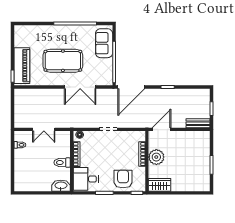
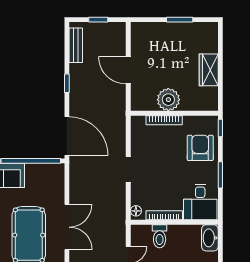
double door: (80, 87) -> (67, 227), moved
bench: (198, 123) -> (76, 45), moved
door: (162, 129) -> (128, 70), moved
toilet: (62, 163) -> (160, 236), moved
armchair: (123, 179) -> (200, 148), turned 90
wardrobe: (160, 185) -> (209, 70), moved

